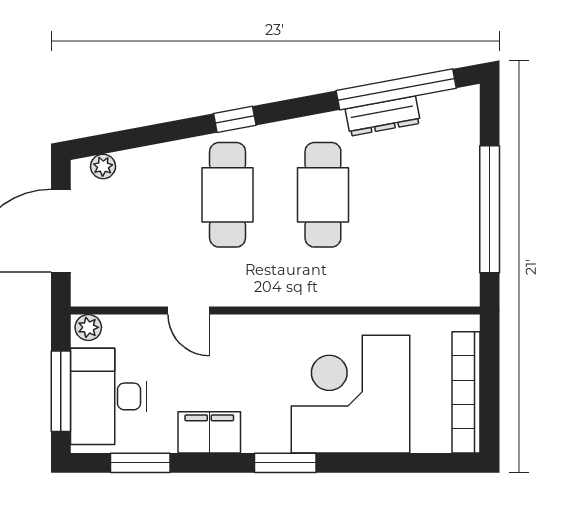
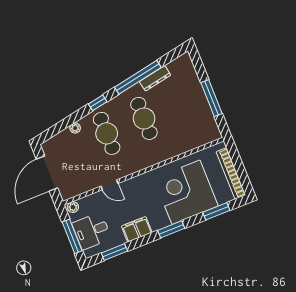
window: (396, 89) -> (138, 77), moved
plant: (103, 166) -> (75, 128), moved
window: (490, 209) -> (211, 98), width x0.68
desk: (109, 396) -> (92, 231), width x0.73
window: (401, 463) -> (216, 211), added

